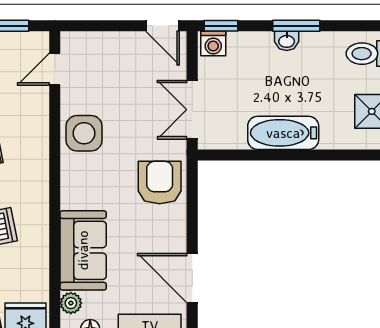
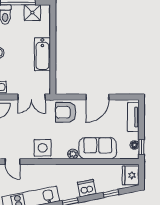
door: (192, 278) -> (97, 97), moved
plant: (71, 303) -> (73, 154), moved

